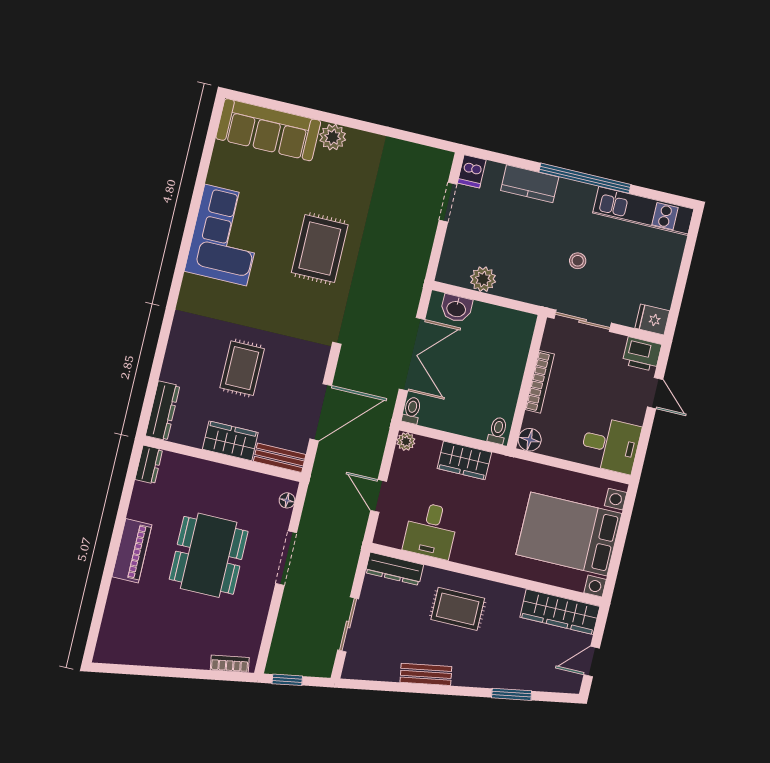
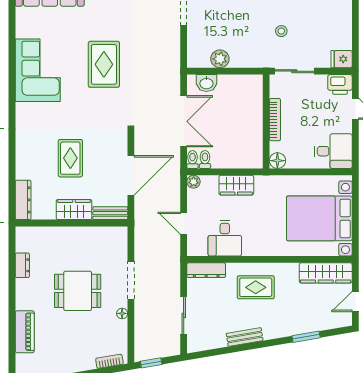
toilet: (498, 431) -> (205, 159), moved
dresser: (149, 465) -> (22, 265), moved
floor lamp: (287, 500) -> (122, 313), moved
piano: (132, 551) -> (25, 332), moved
dining table: (209, 555) -> (78, 291), width x0.73

